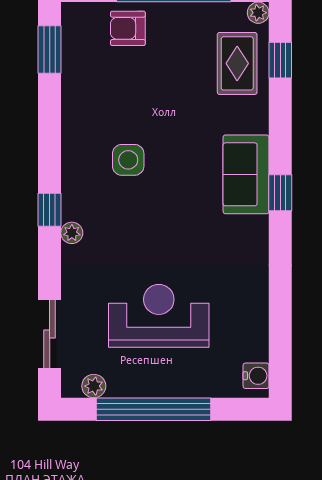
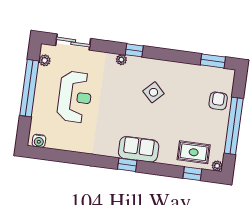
side table: (128, 160) -> (153, 92), turned 45

